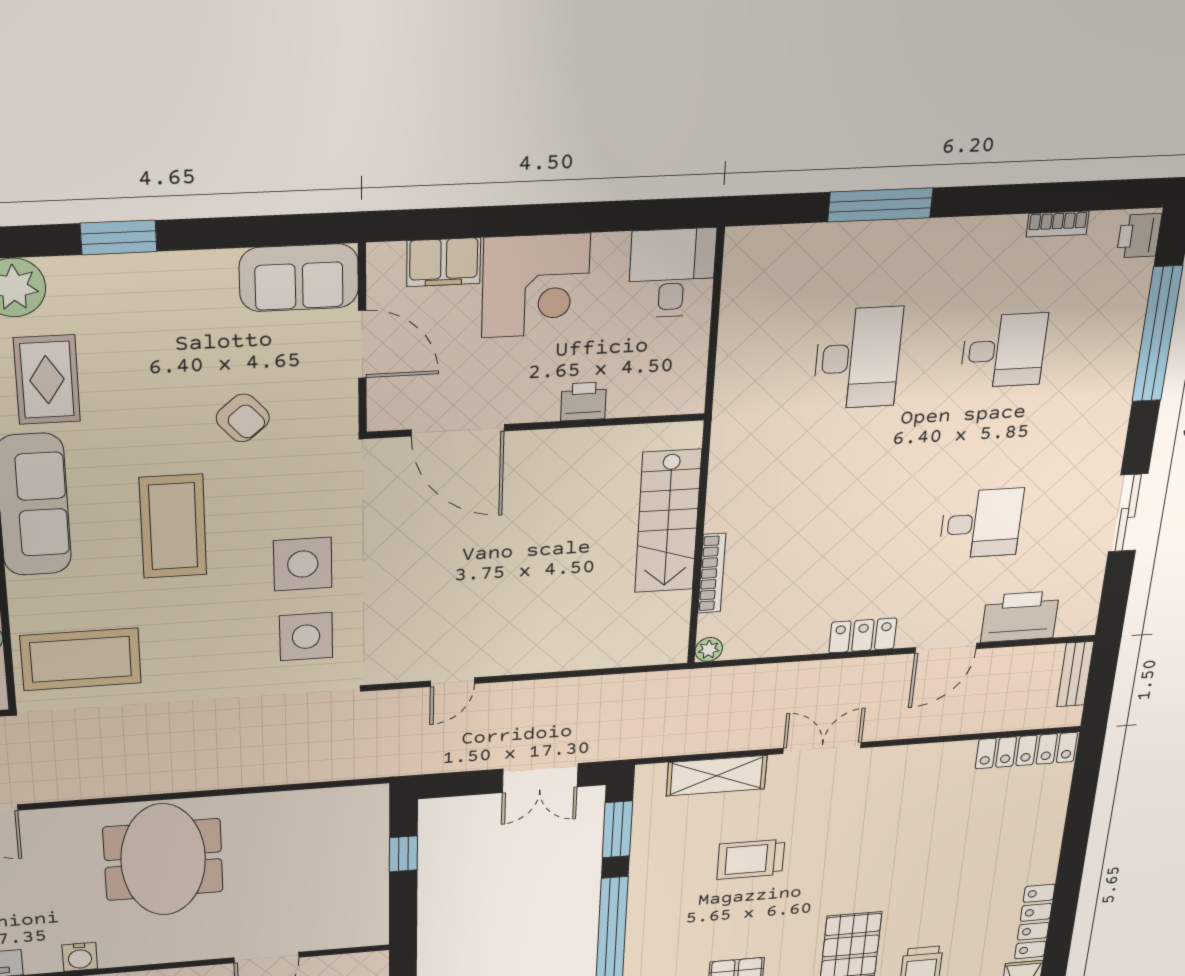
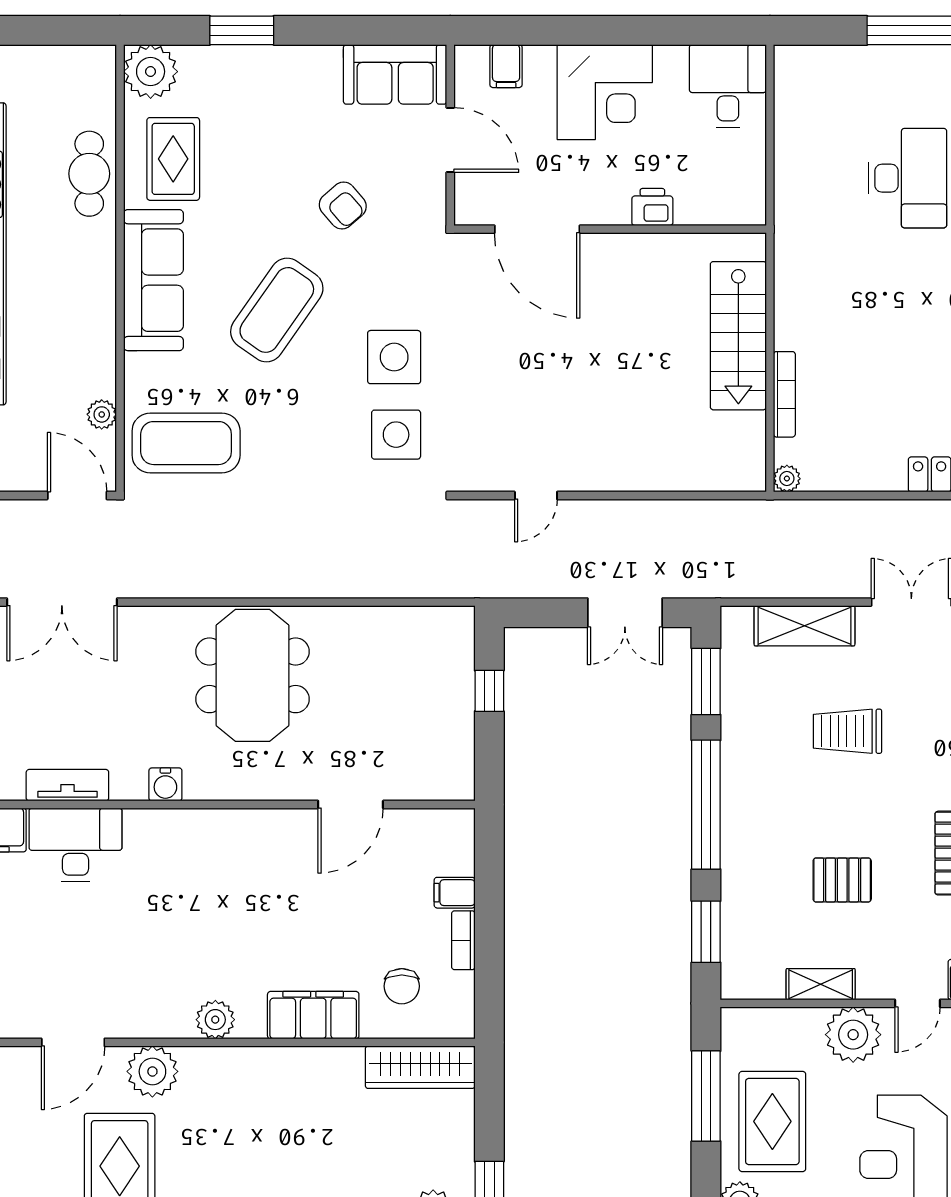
filing cabinet: (444, 262) -> (506, 66), width x0.50
coffee table: (173, 526) -> (277, 310), turned 35

